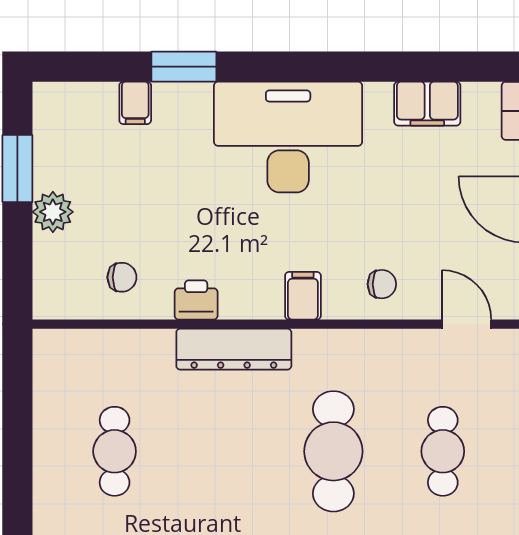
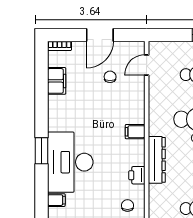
window: (184, 67) -> (42, 151), moved
desk: (288, 137) -> (70, 162), moved
chair: (382, 284) -> (110, 77), moved

